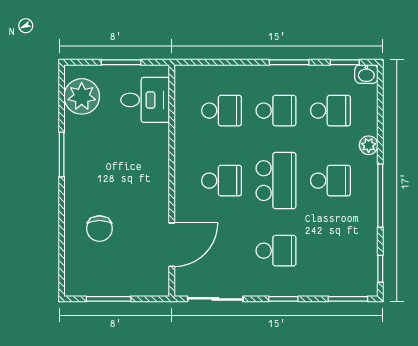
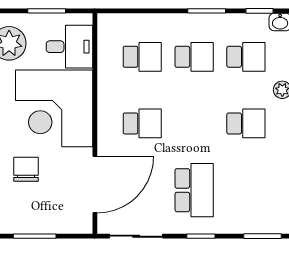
corner desk: (129, 165) -> (54, 108), added
school desk: (276, 181) -> (194, 123), removed
chair: (99, 229) -> (26, 169), turned 180
door: (172, 245) -> (95, 185), width x1.36
school desk: (276, 251) -> (194, 190), width x1.85

